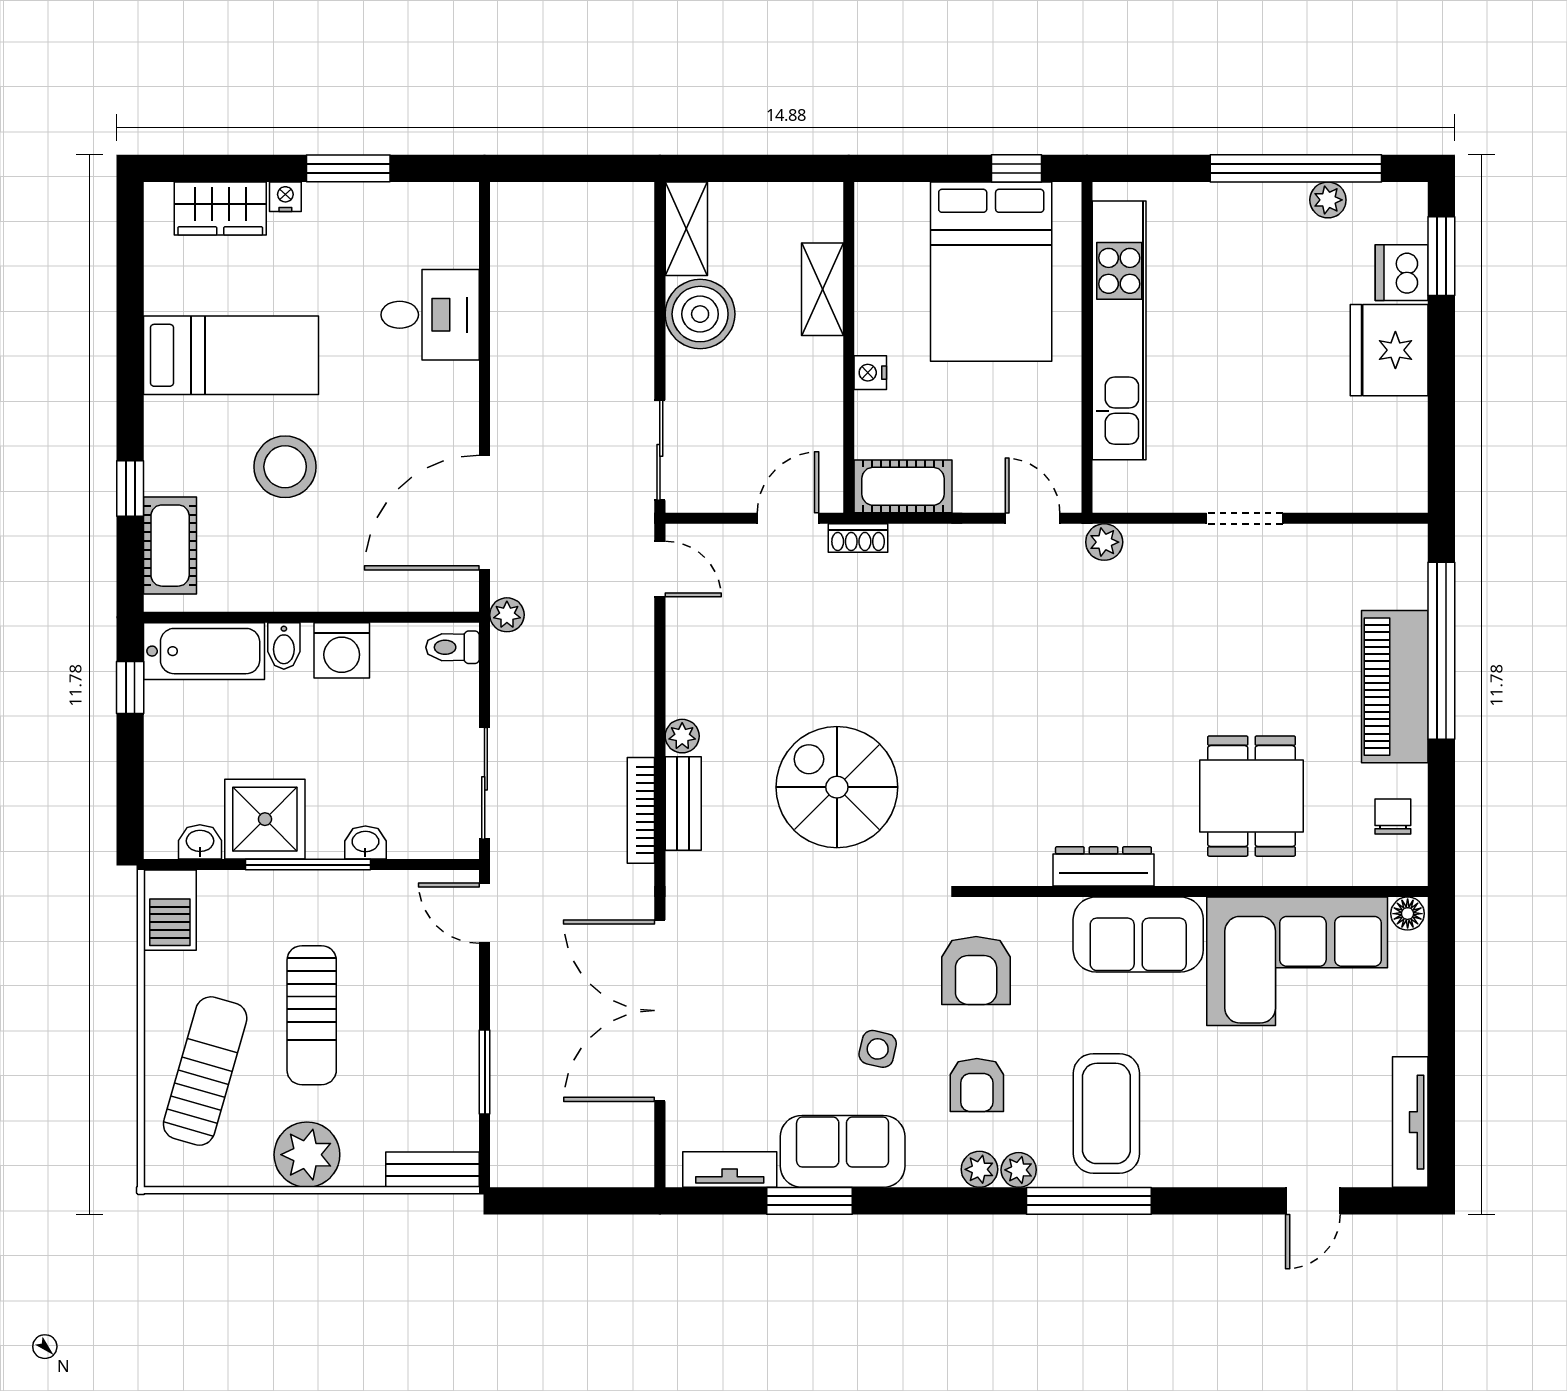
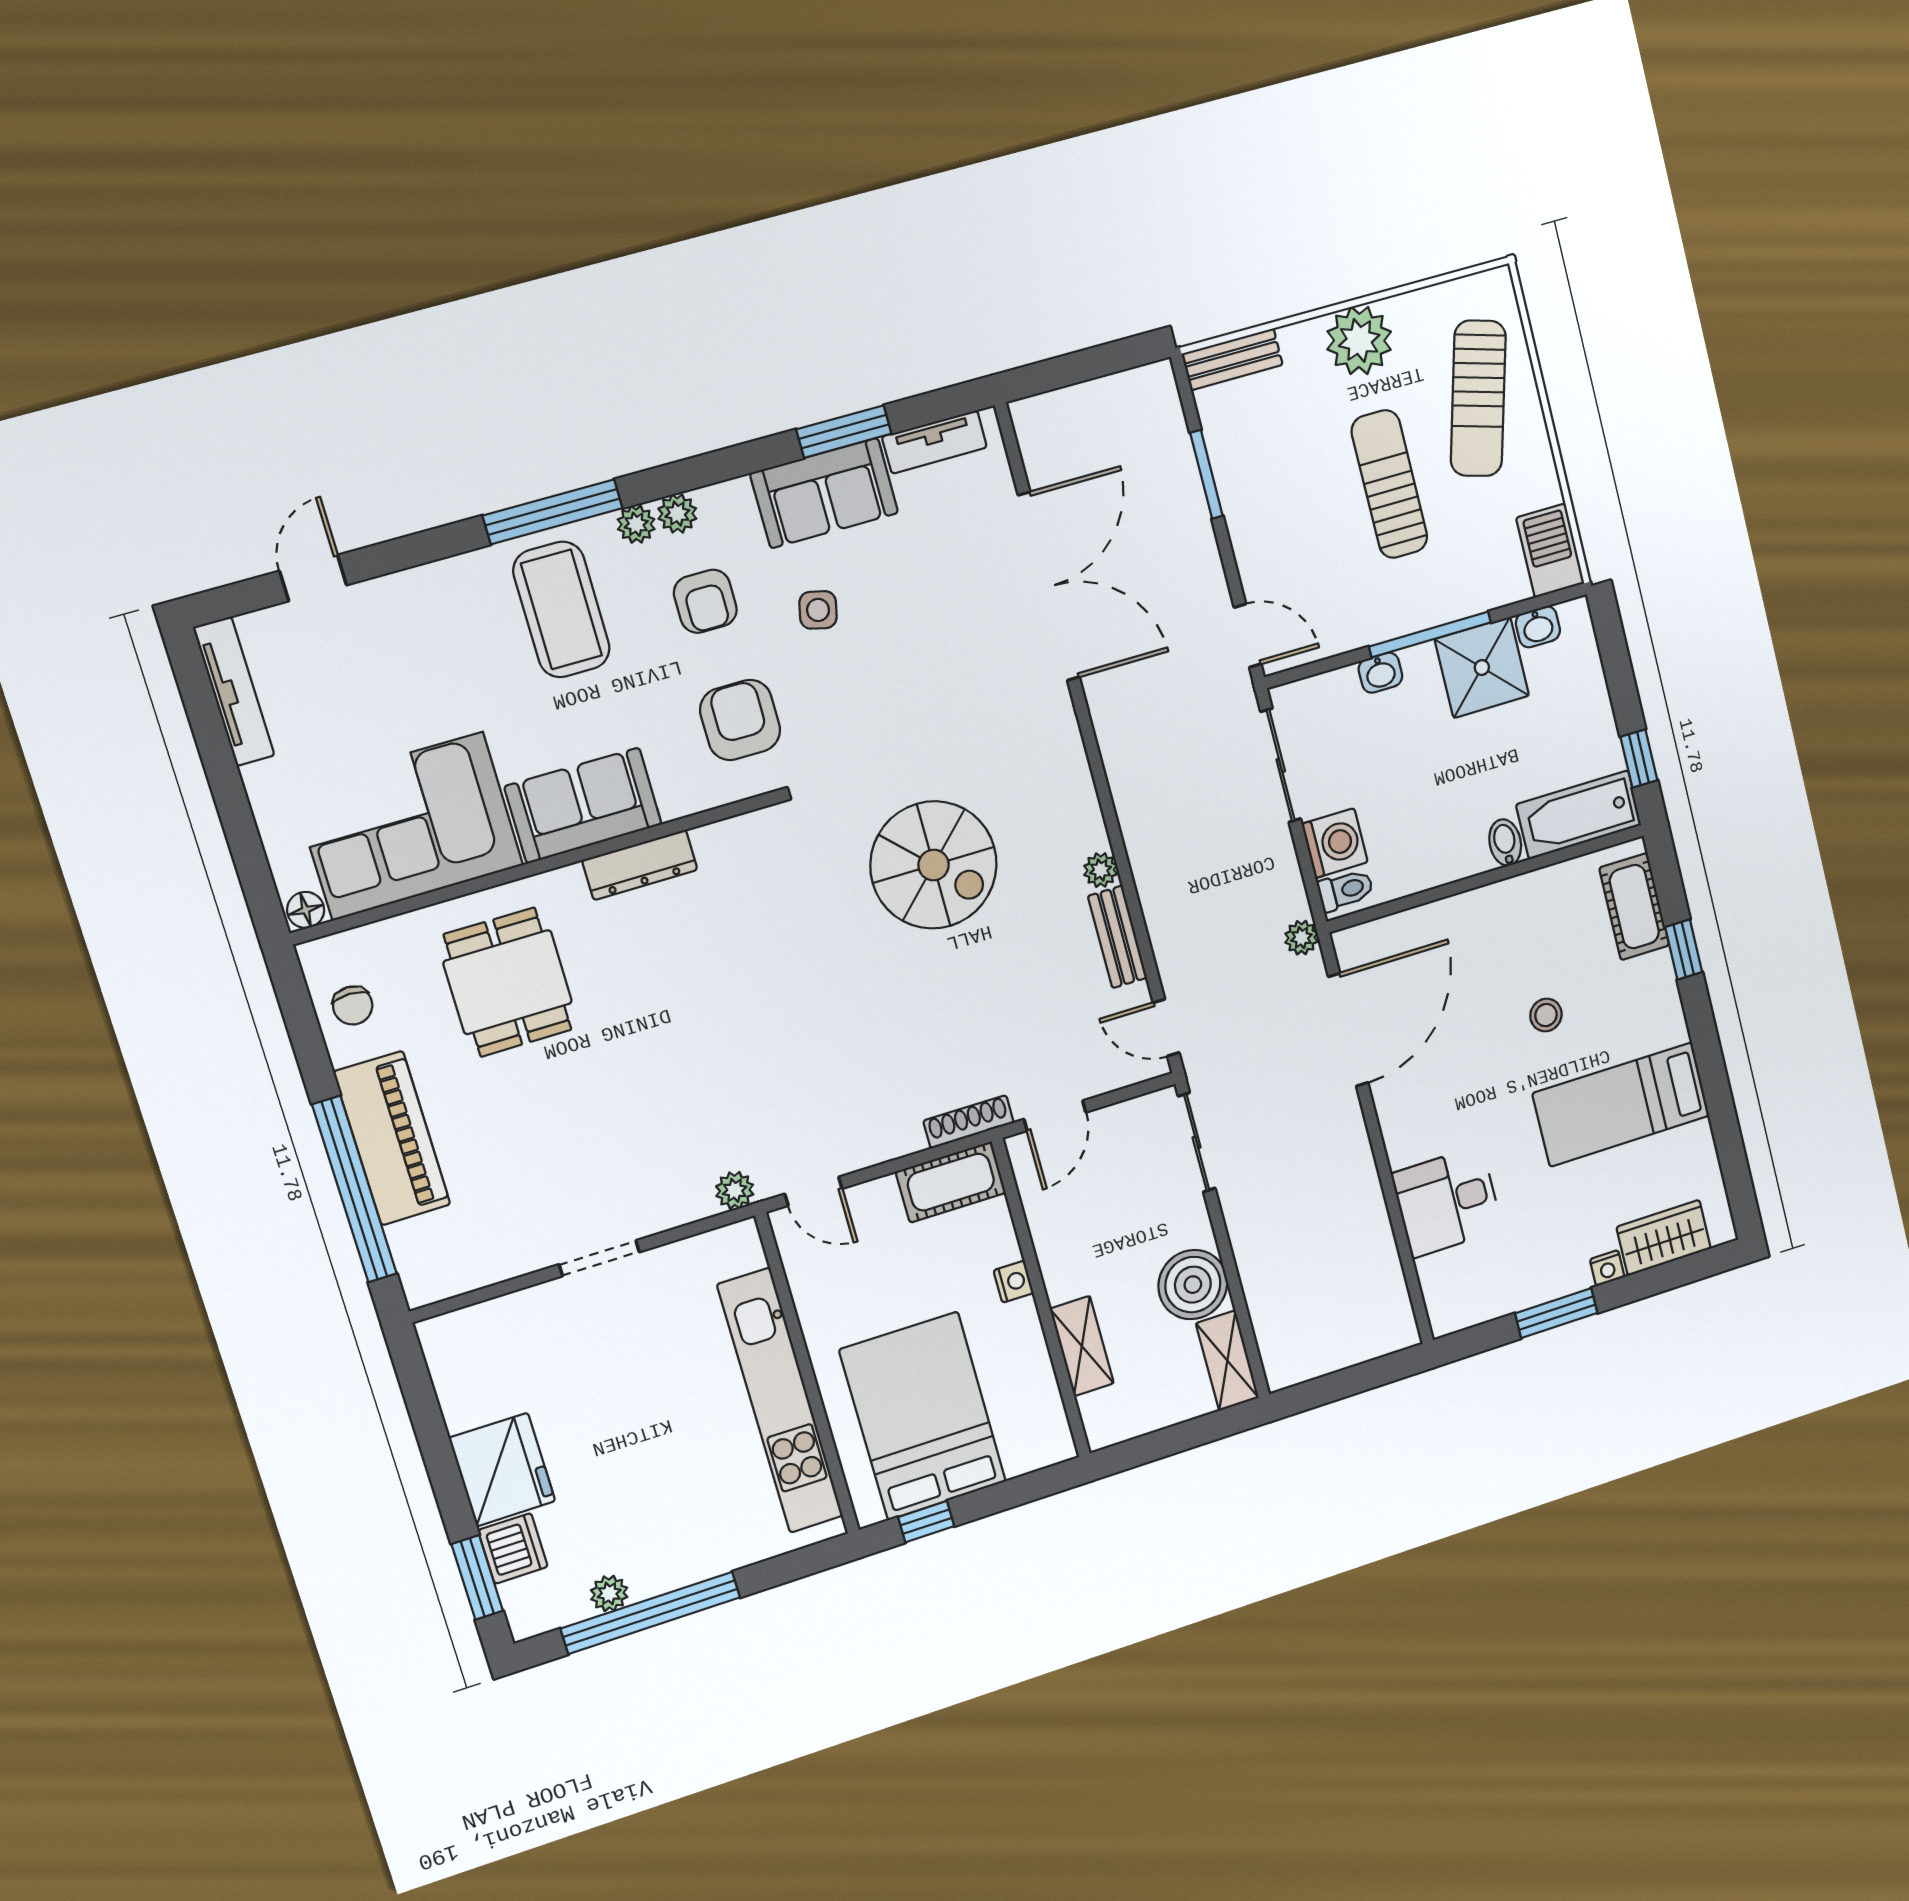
stool: (285, 467) -> (1546, 1015), width x0.53, depth x0.53
shoe rack: (858, 538) -> (968, 1122), width x1.43
washing machine: (342, 650) -> (1335, 843), moved, turned 90
bench: (683, 803) -> (1117, 937), moved
bookcase: (641, 810) -> (1121, 784), removed
armchair: (977, 1085) -> (705, 601), turned 180

